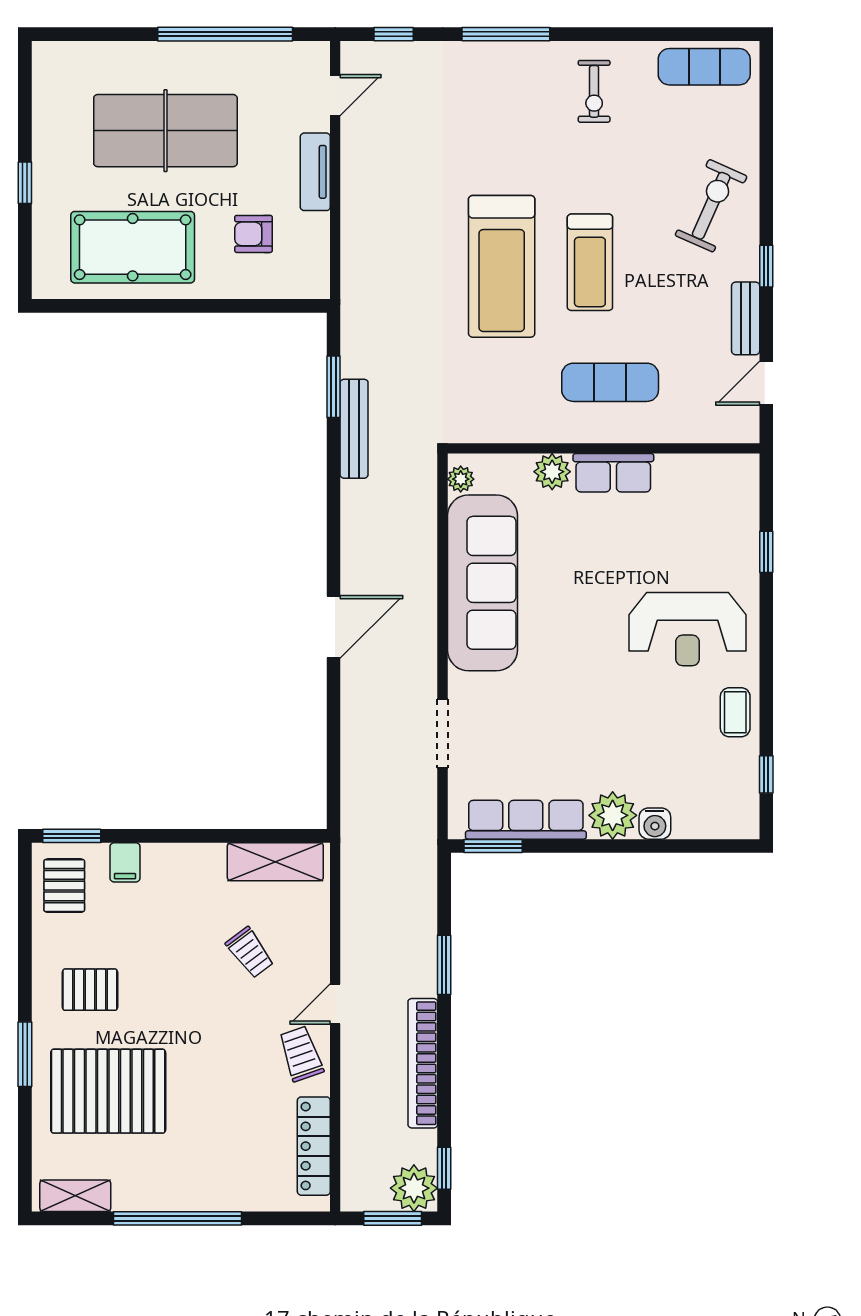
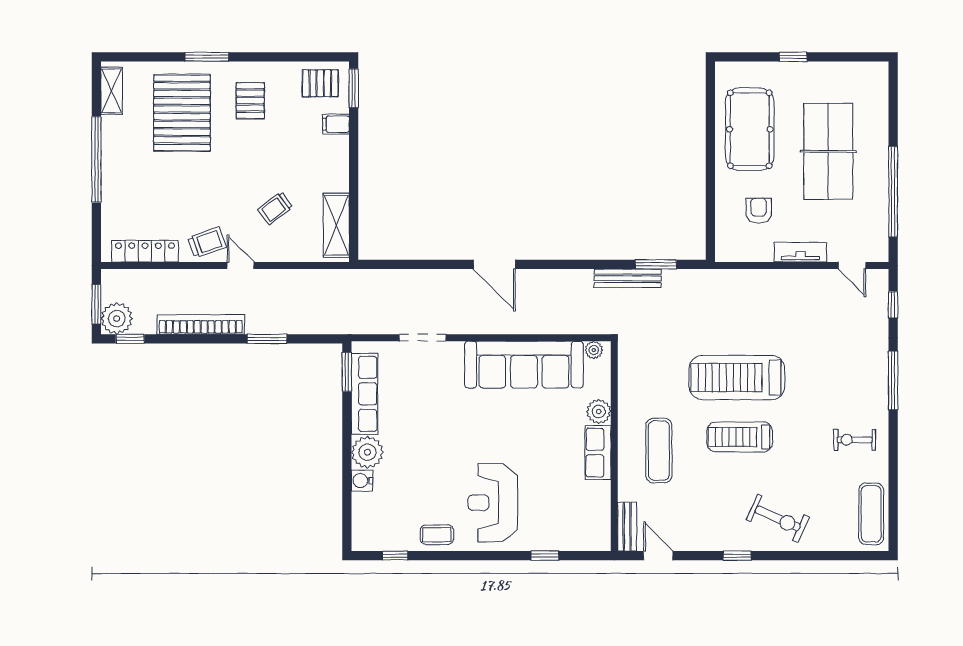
bench: (746, 318) -> (627, 527), moved, turned 90

